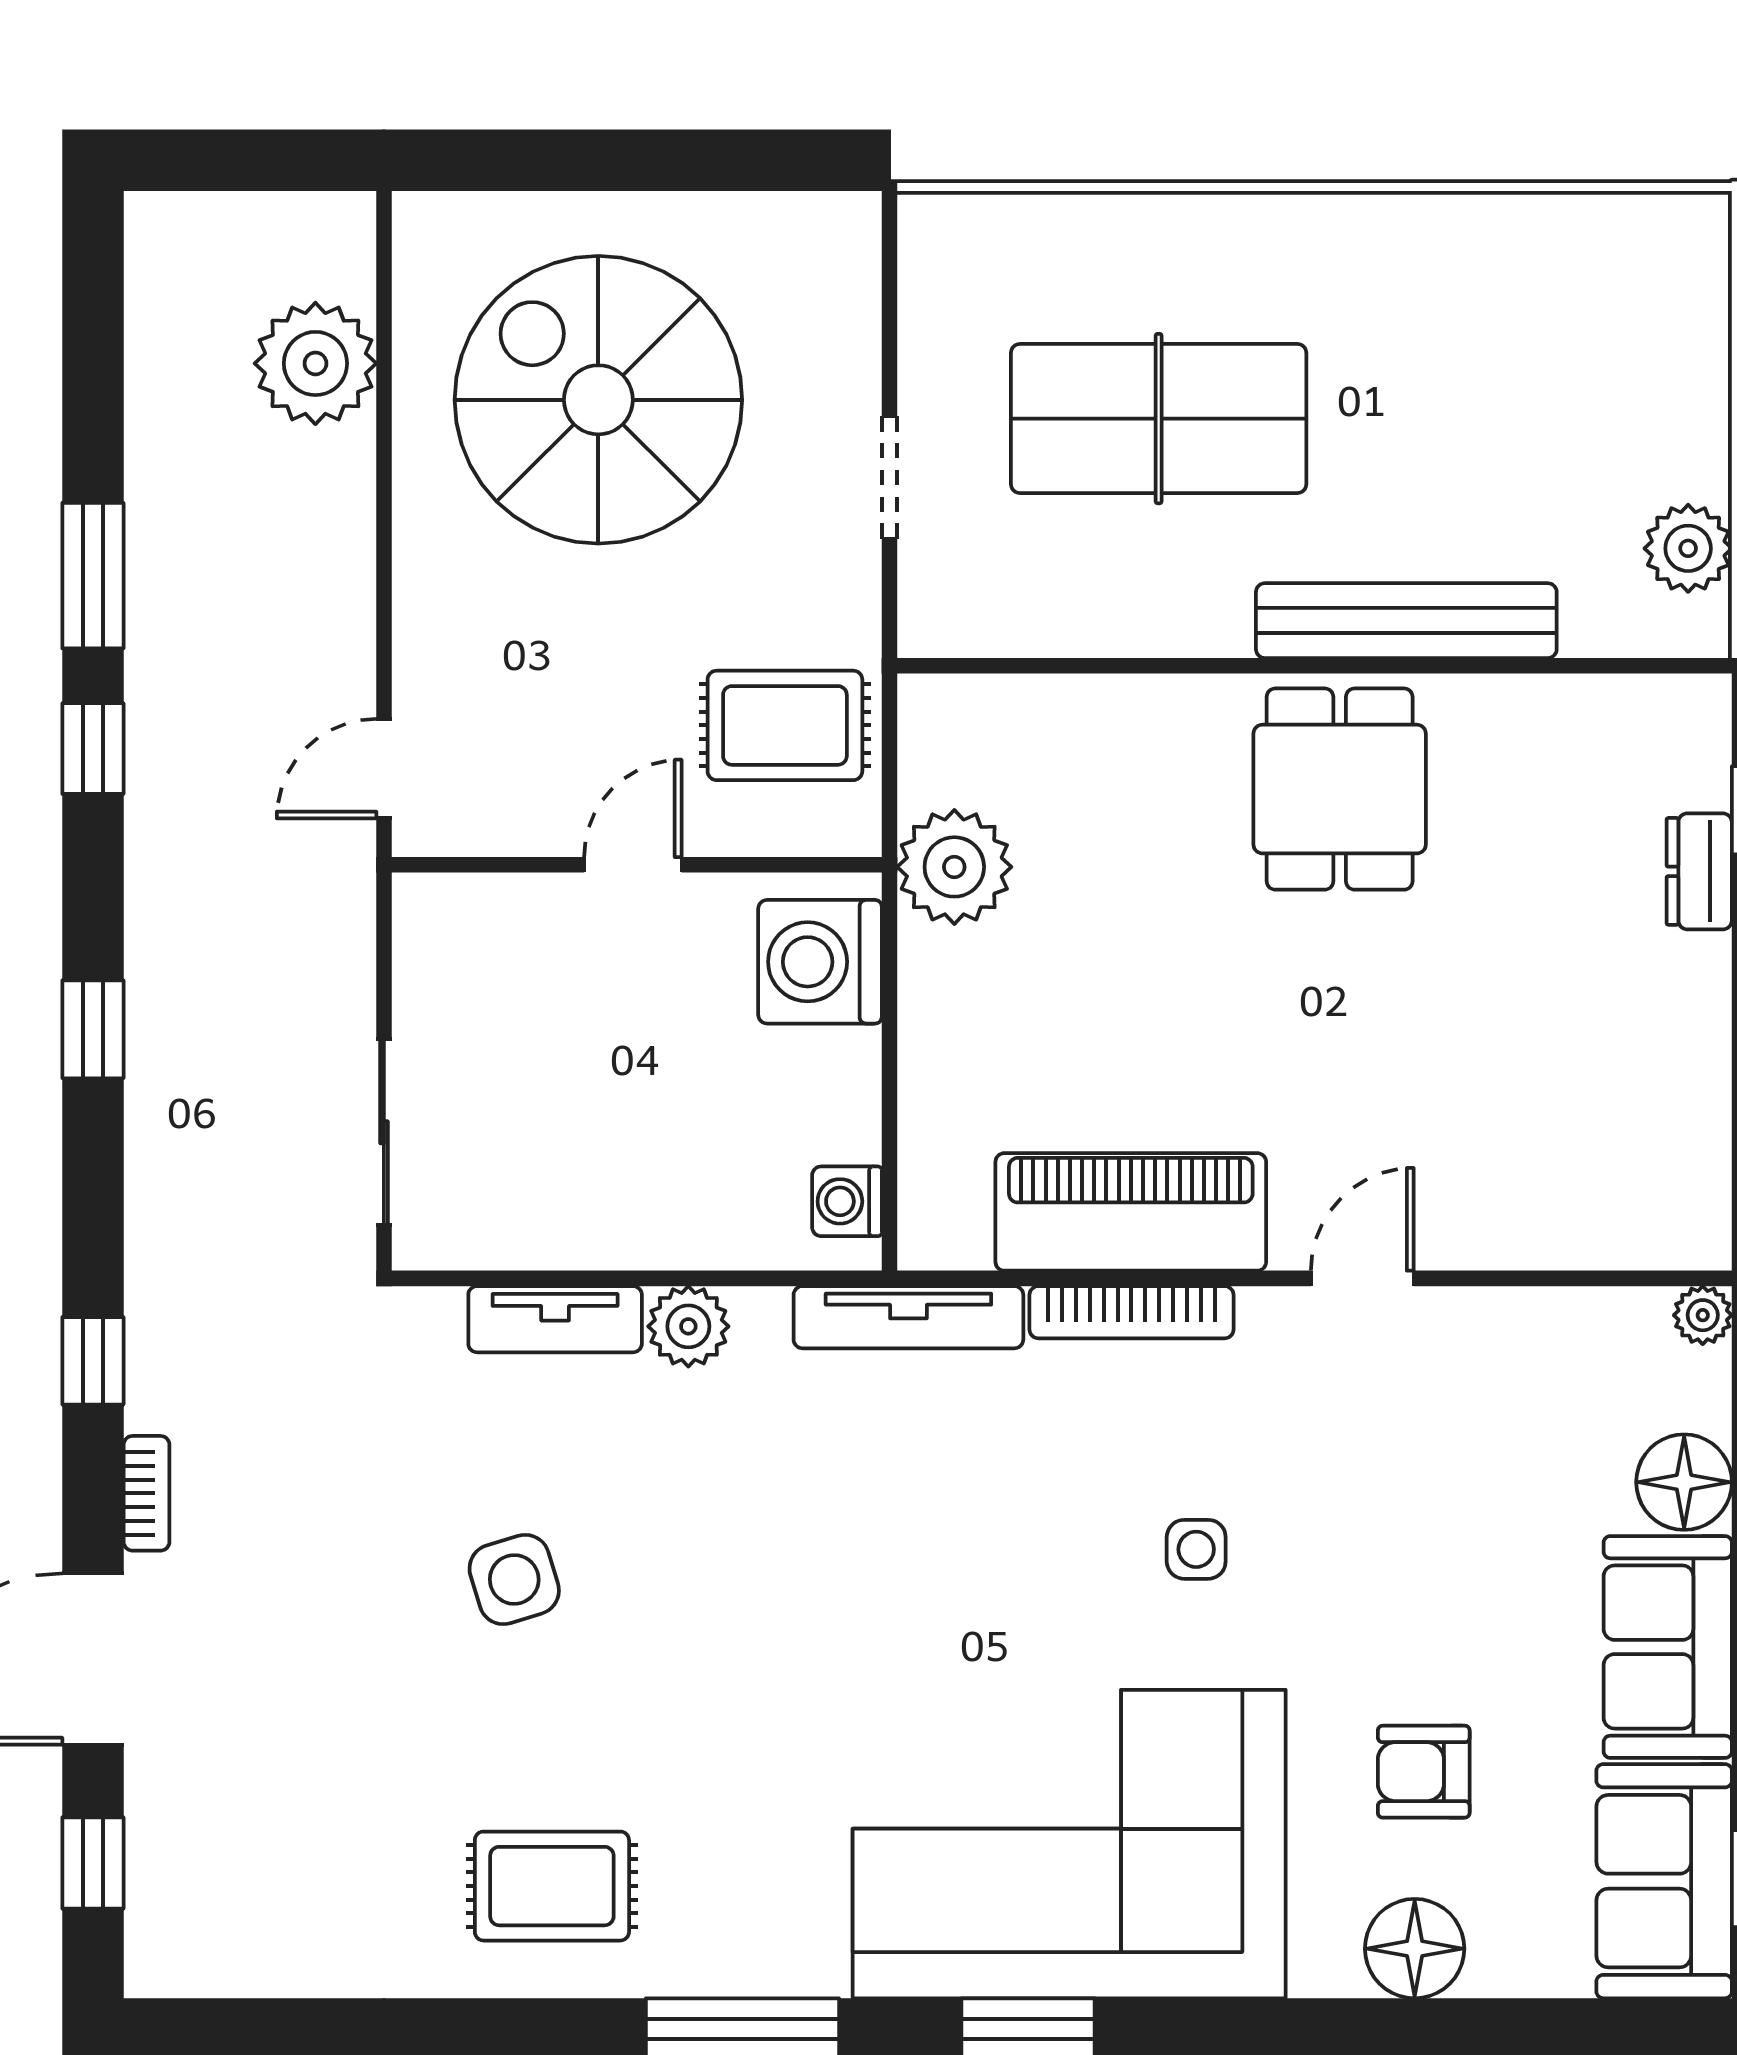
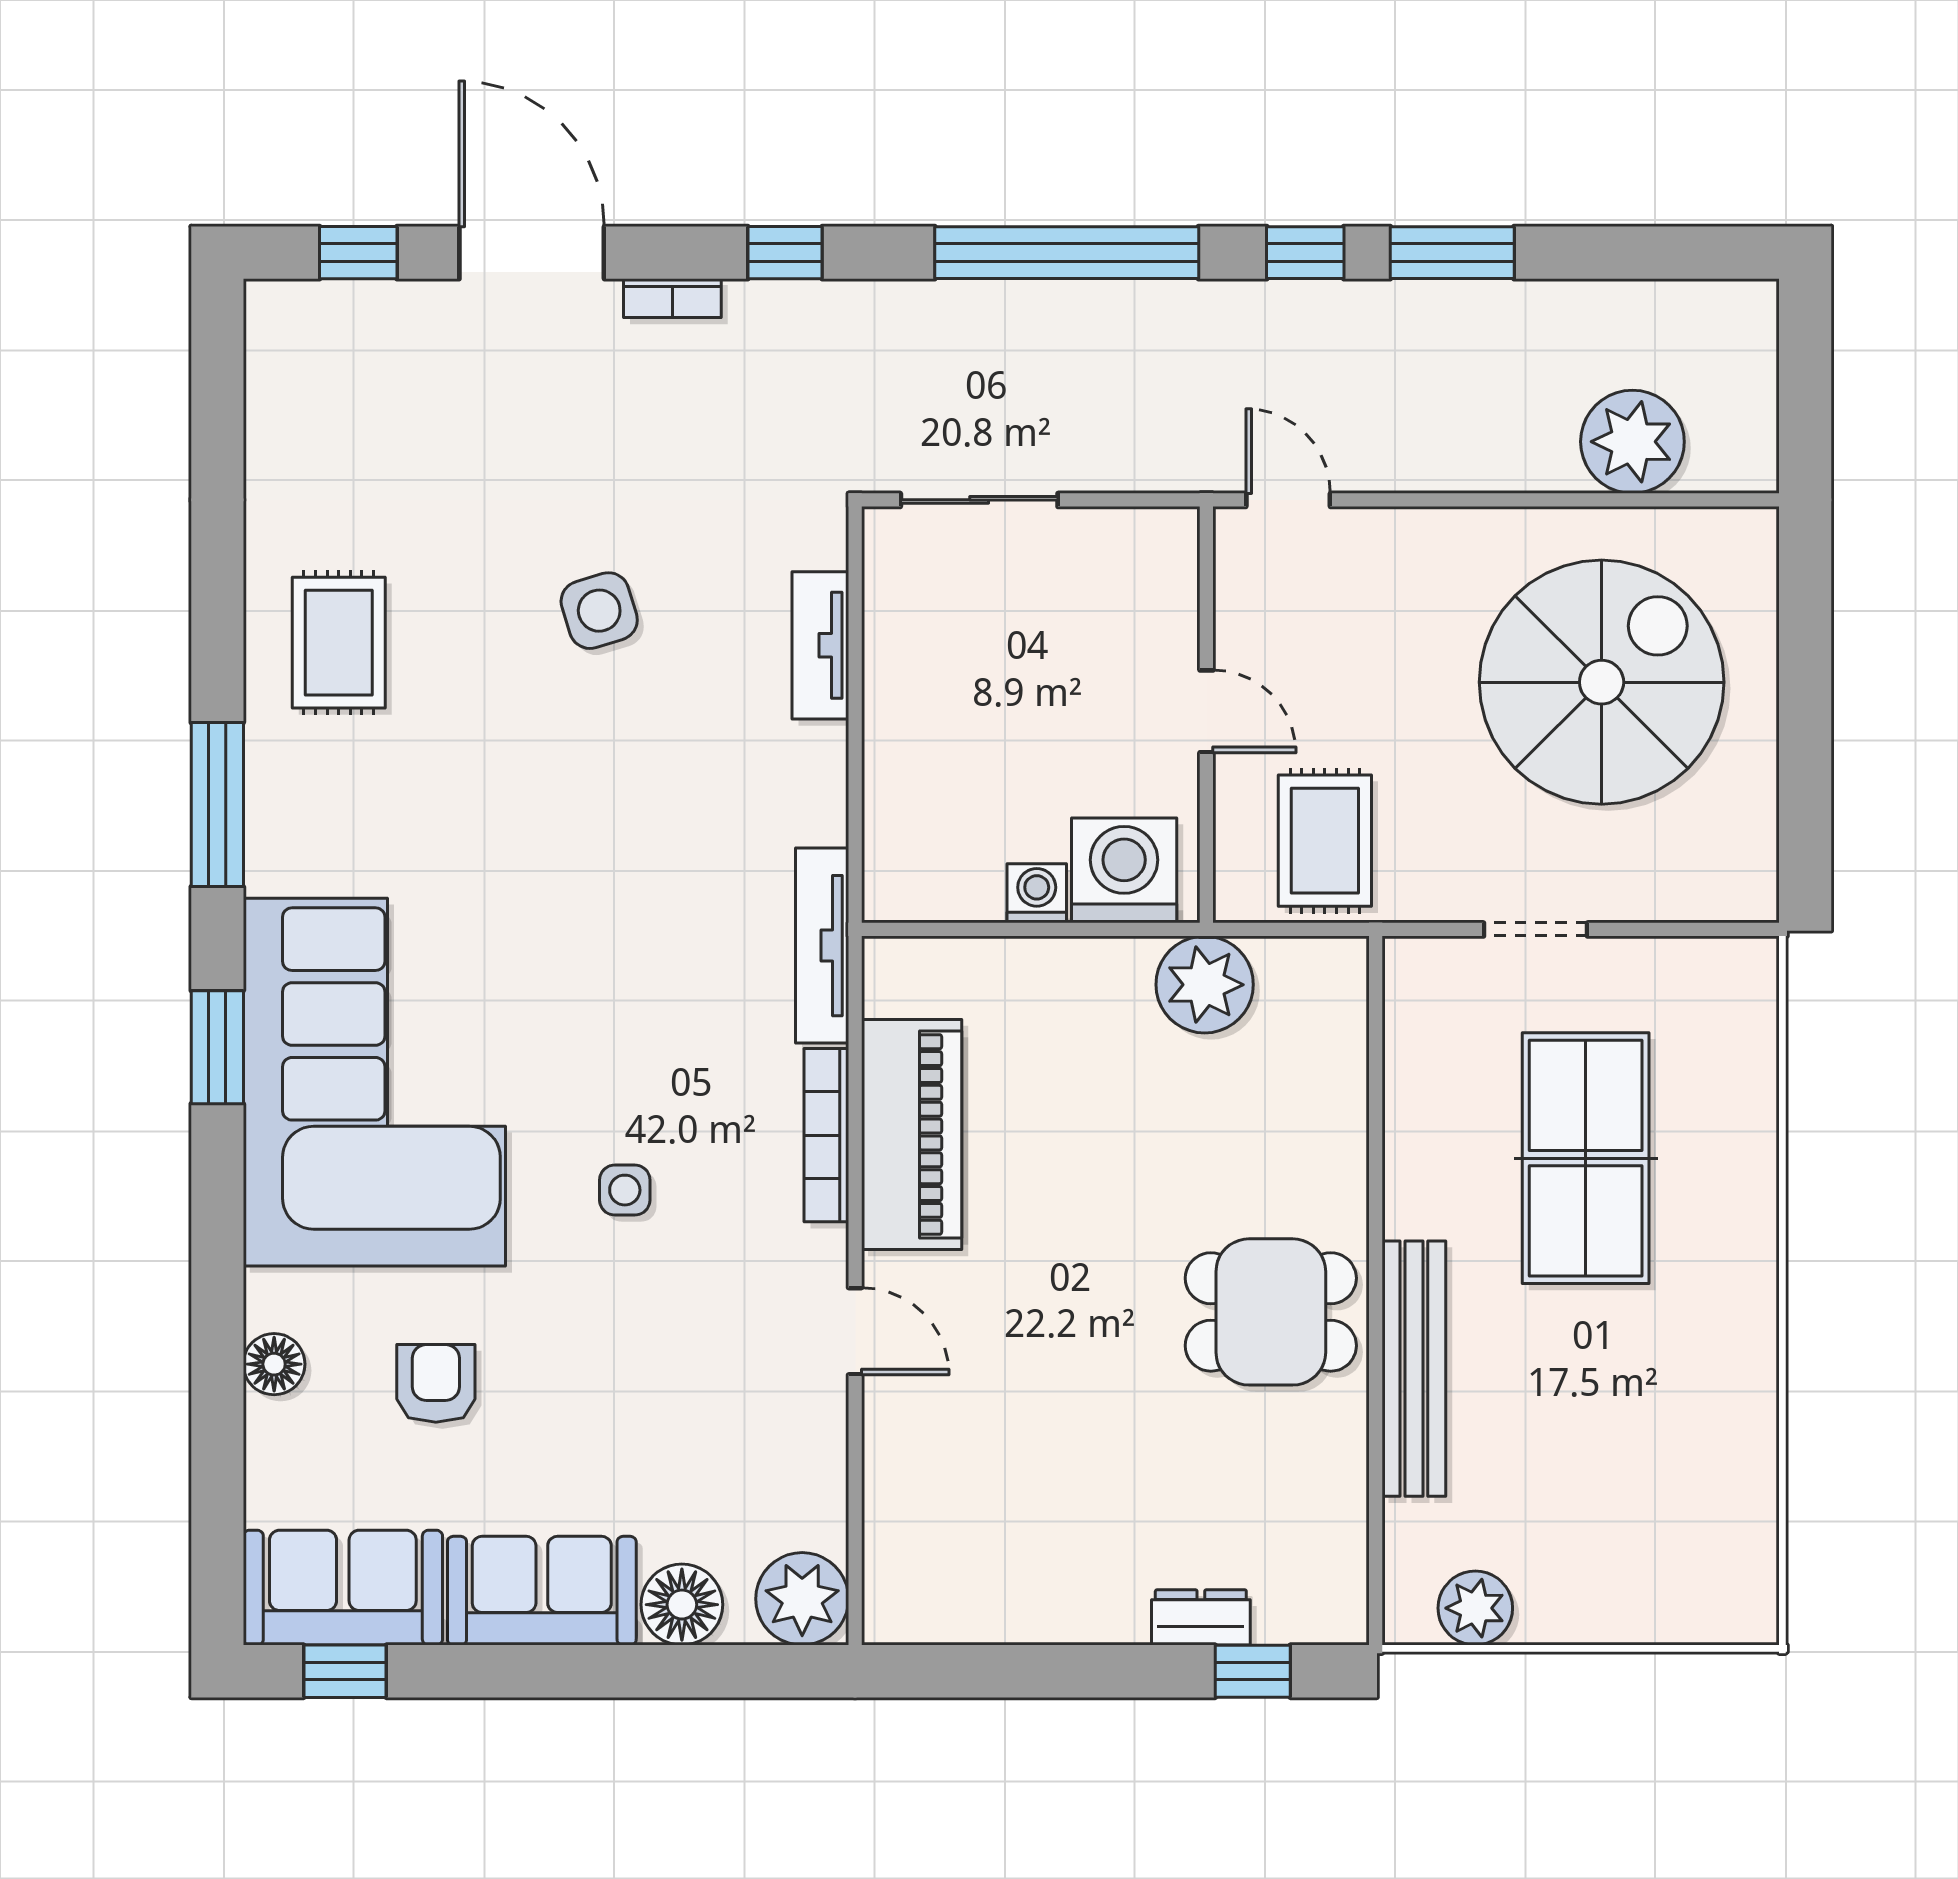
window: (93, 1029) -> (1067, 253), width x3.17
washing machine: (847, 1201) -> (1037, 893), moved
plant: (1703, 1315) -> (802, 1599), width x1.88, depth x1.88
plant: (688, 1326) -> (814, 759), removed
floor lamp: (1415, 1949) -> (274, 1364), width x0.73, depth x0.73

